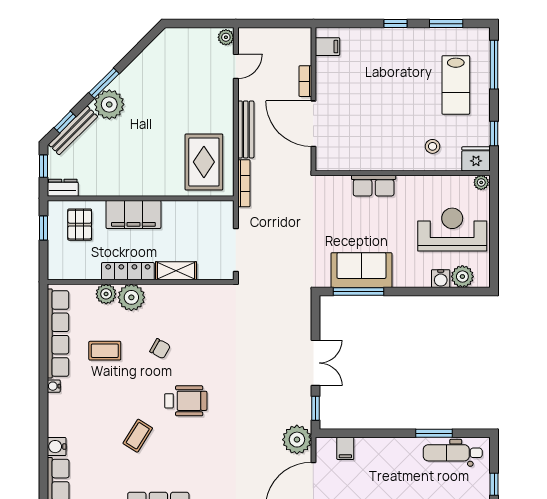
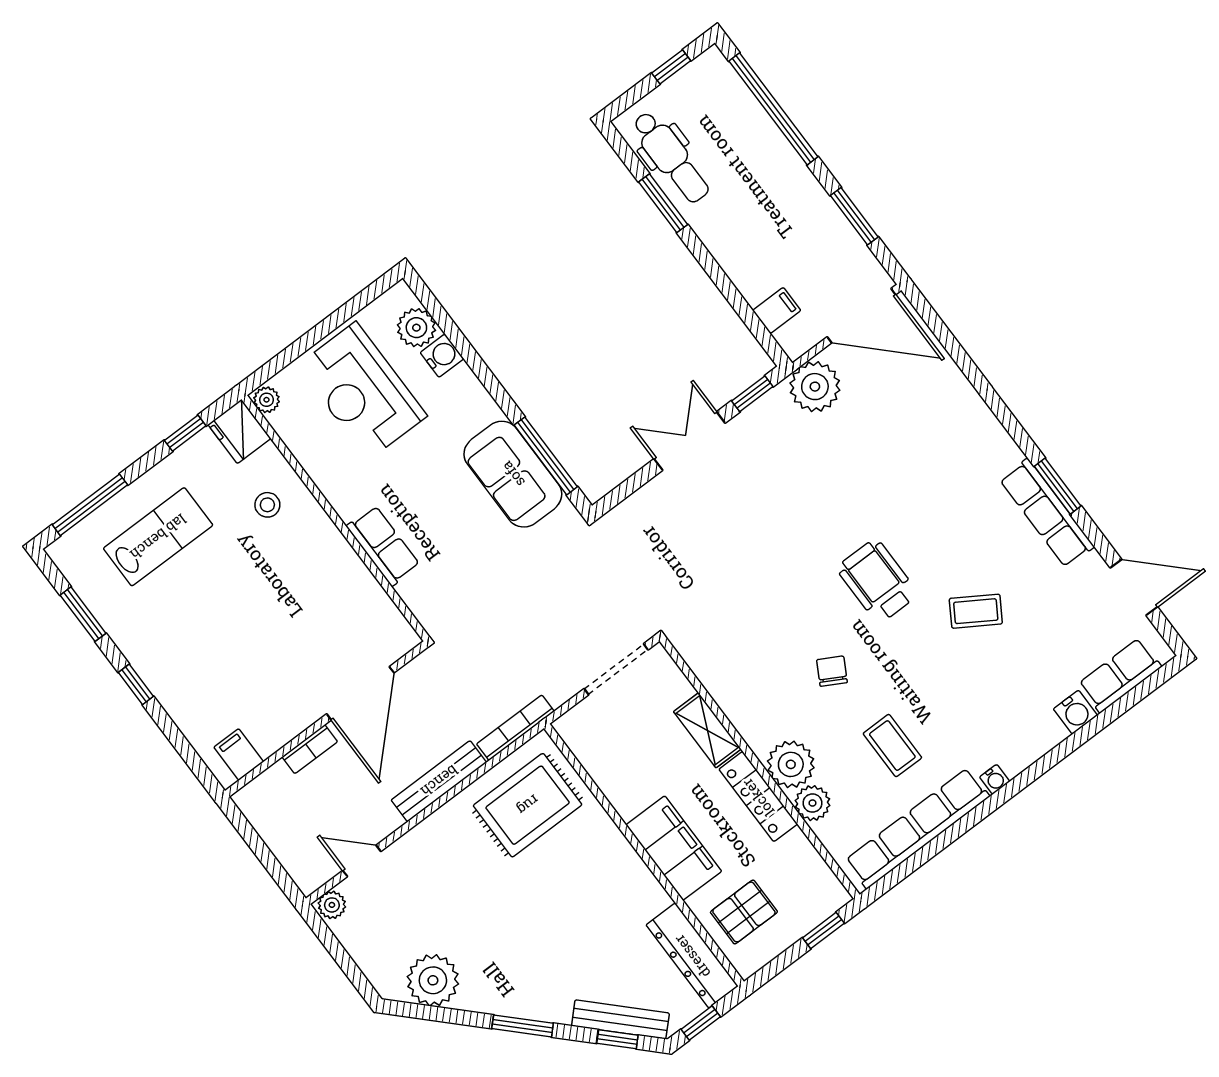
plant: (109, 104) -> (433, 980), moved
dresser: (63, 188) -> (692, 956), width x1.96, depth x1.24
window: (44, 228) -> (823, 931), moved

